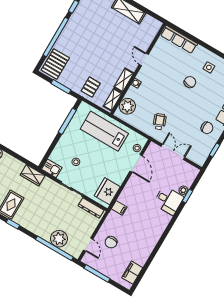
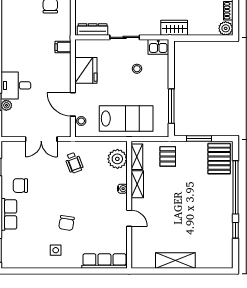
fridge: (107, 191) -> (86, 70), moved

